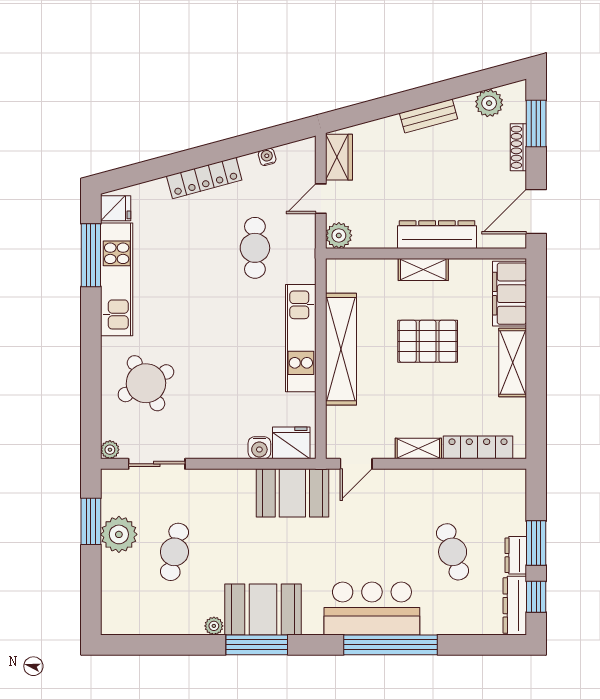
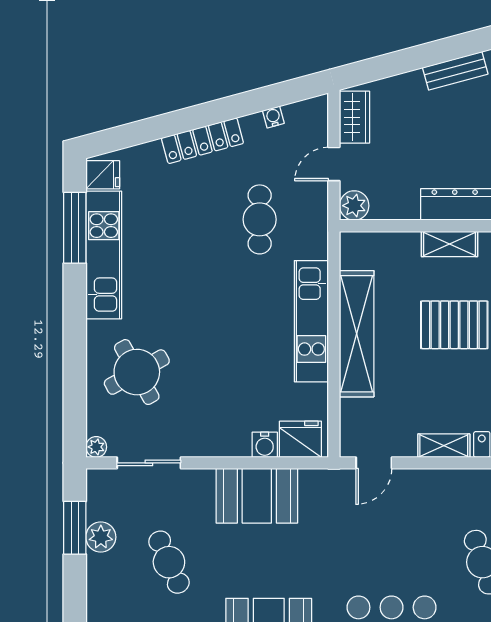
booth: (292, 493) -> (257, 496), moved
plant: (119, 534) -> (101, 537), width x0.73, depth x0.73
cafe table: (174, 552) -> (169, 562), turned -36

